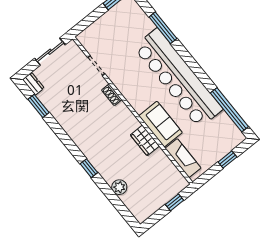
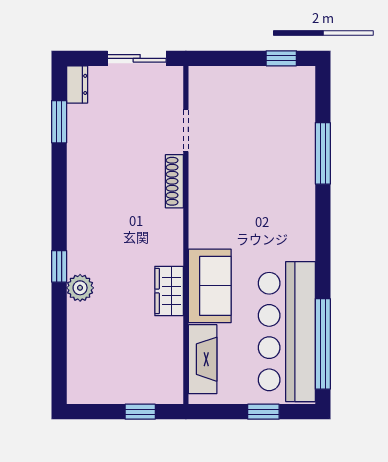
bar counter: (178, 78) -> (287, 332), moved, width x0.73
shoe rack: (112, 95) -> (174, 181), width x1.43
plant: (119, 187) -> (80, 288), moved

